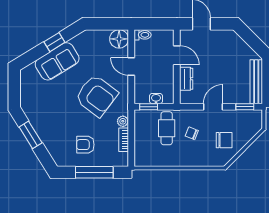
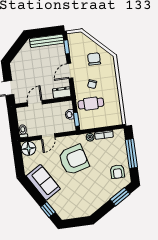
window: (54, 42) -> (48, 210), moved
sofa: (57, 61) -> (43, 182), moved
dresser: (186, 79) -> (62, 92), moved
armchair: (96, 96) -> (74, 160), turned 38
door: (213, 107) -> (70, 71), hinge flipped
window: (31, 135) -> (120, 197), moved
armchair: (85, 145) -> (117, 172), moved

